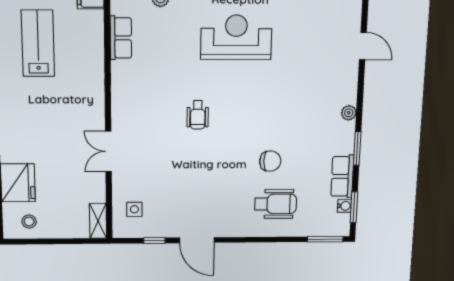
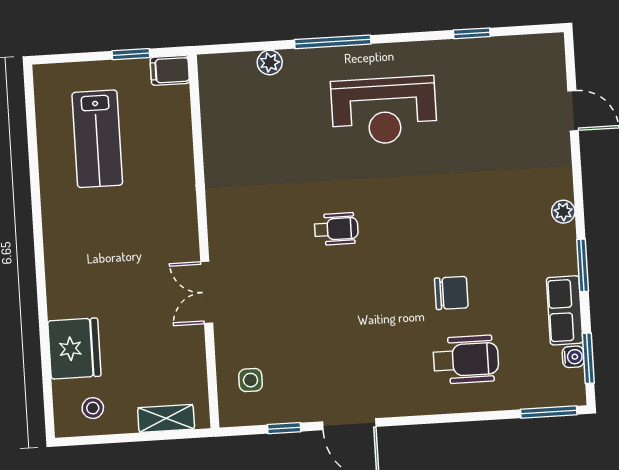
reception desk: (236, 37) -> (384, 111), turned 180
row of seats: (121, 38) -> (216, 123), removed
lab bench: (38, 43) -> (97, 139), turned 180
wheelchair: (198, 115) -> (336, 229), turned -90
shelving: (98, 221) -> (166, 418), moved, turned 90

